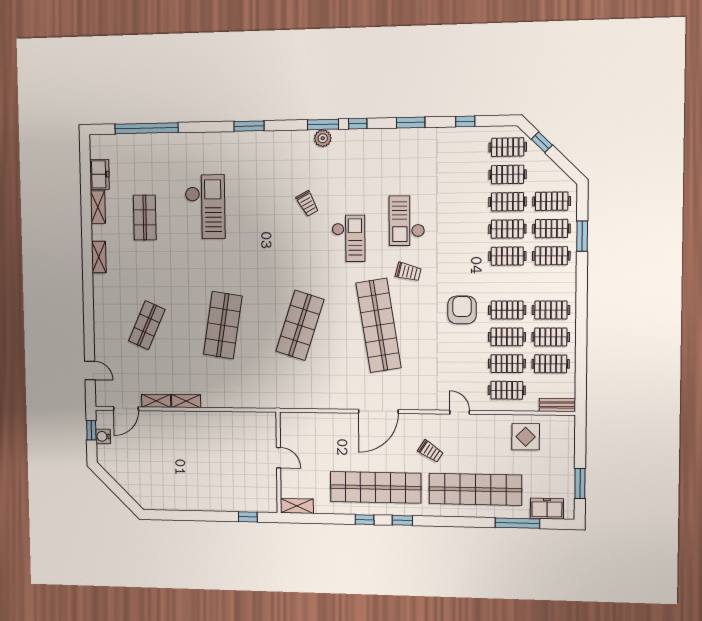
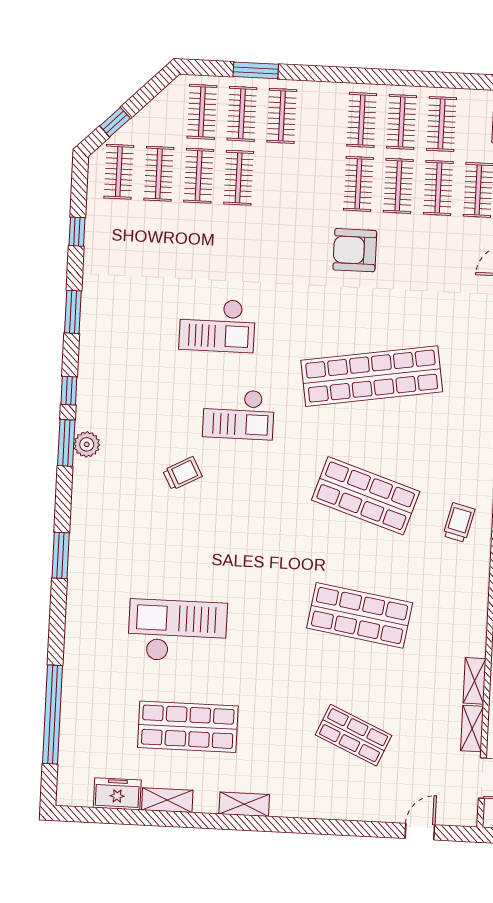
shop shelf: (145, 217) -> (188, 727), width x1.43, depth x1.36
checkout: (348, 238) -> (239, 414), turned 180
clothes rail: (507, 256) -> (279, 180), removed
trolley: (408, 272) -> (459, 523), moved

